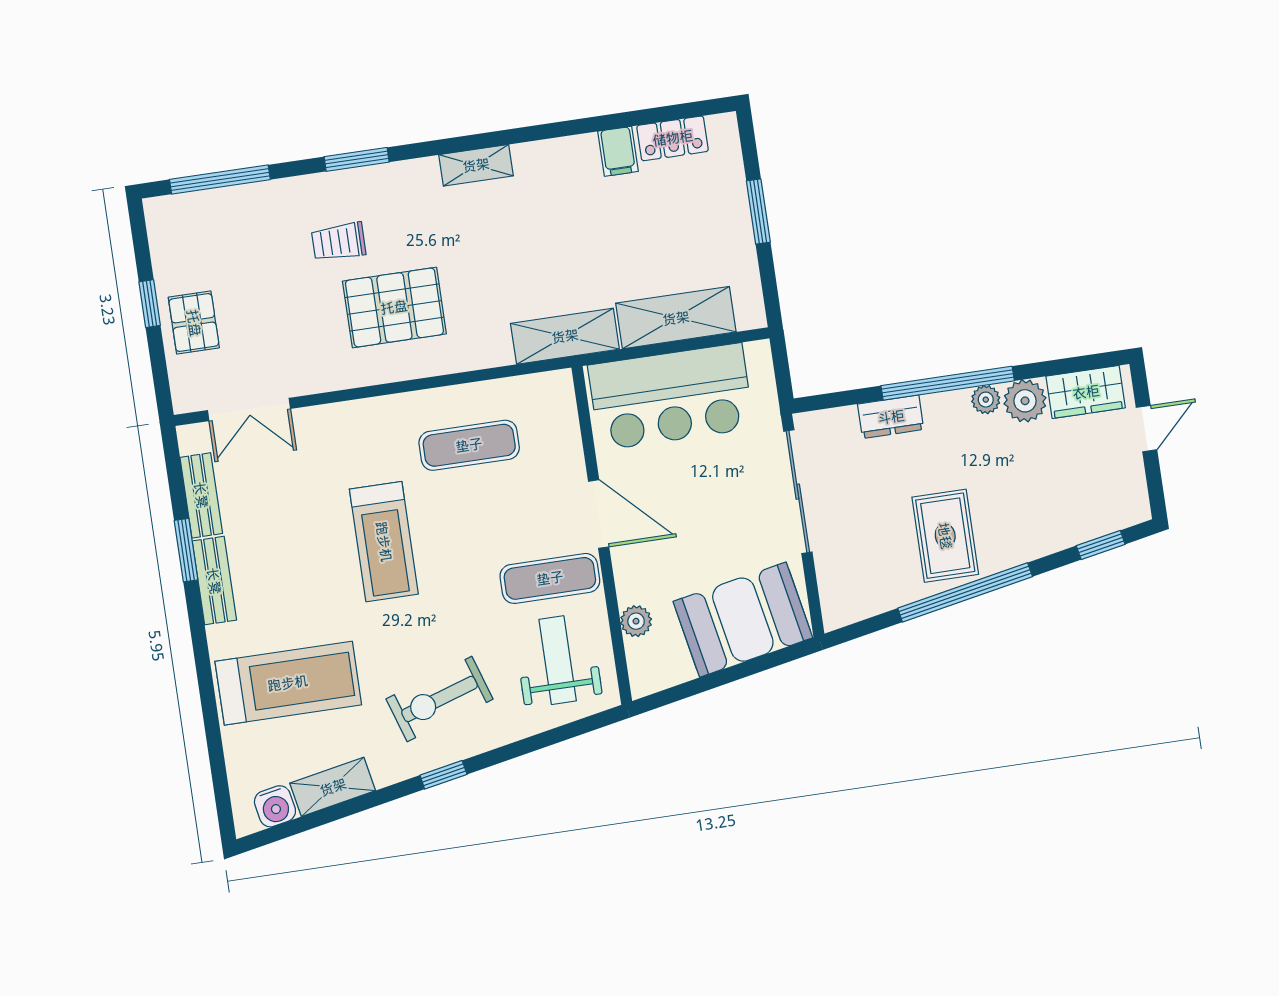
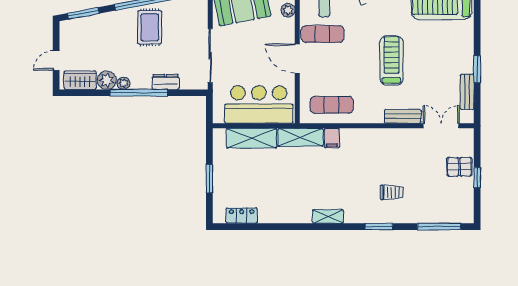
filing cabinet: (618, 151) -> (332, 138), moved, turned 180
pallet: (394, 307) -> (372, 160), removed
pallet: (194, 323) -> (459, 167), turned 90
exercise mat: (469, 445) -> (332, 105), moved
window: (1101, 545) -> (83, 13), width x1.50
bench: (214, 581) -> (403, 116), moved, turned 90

